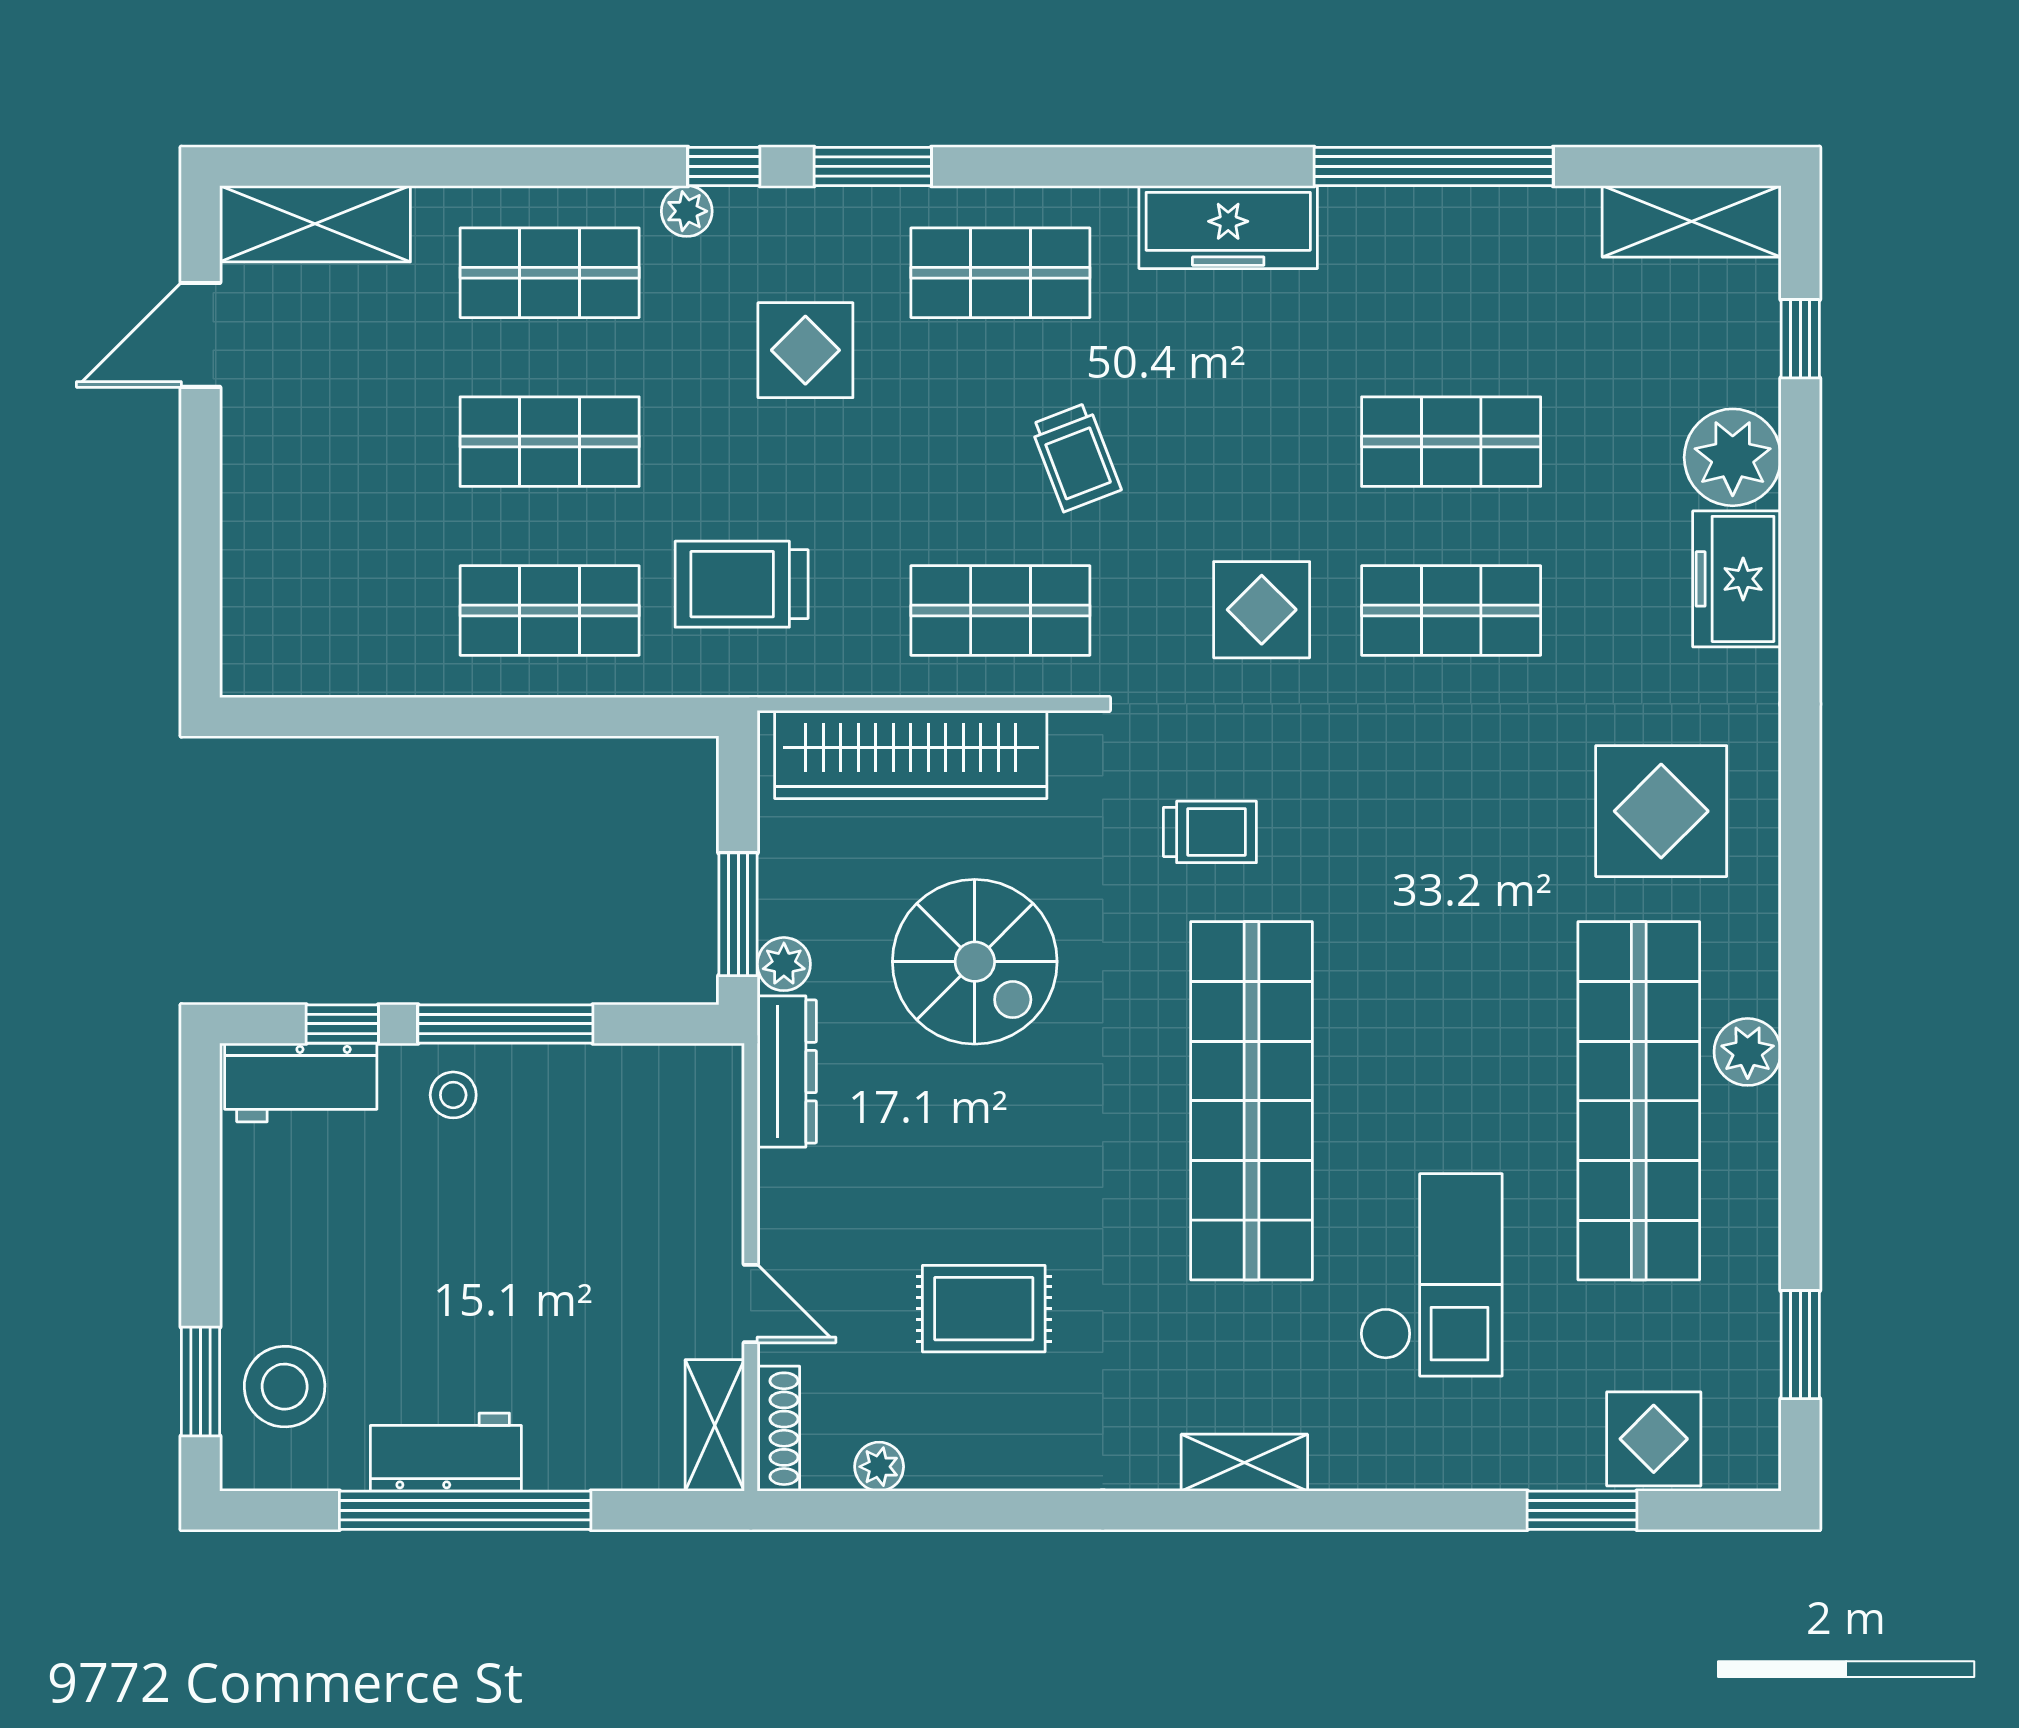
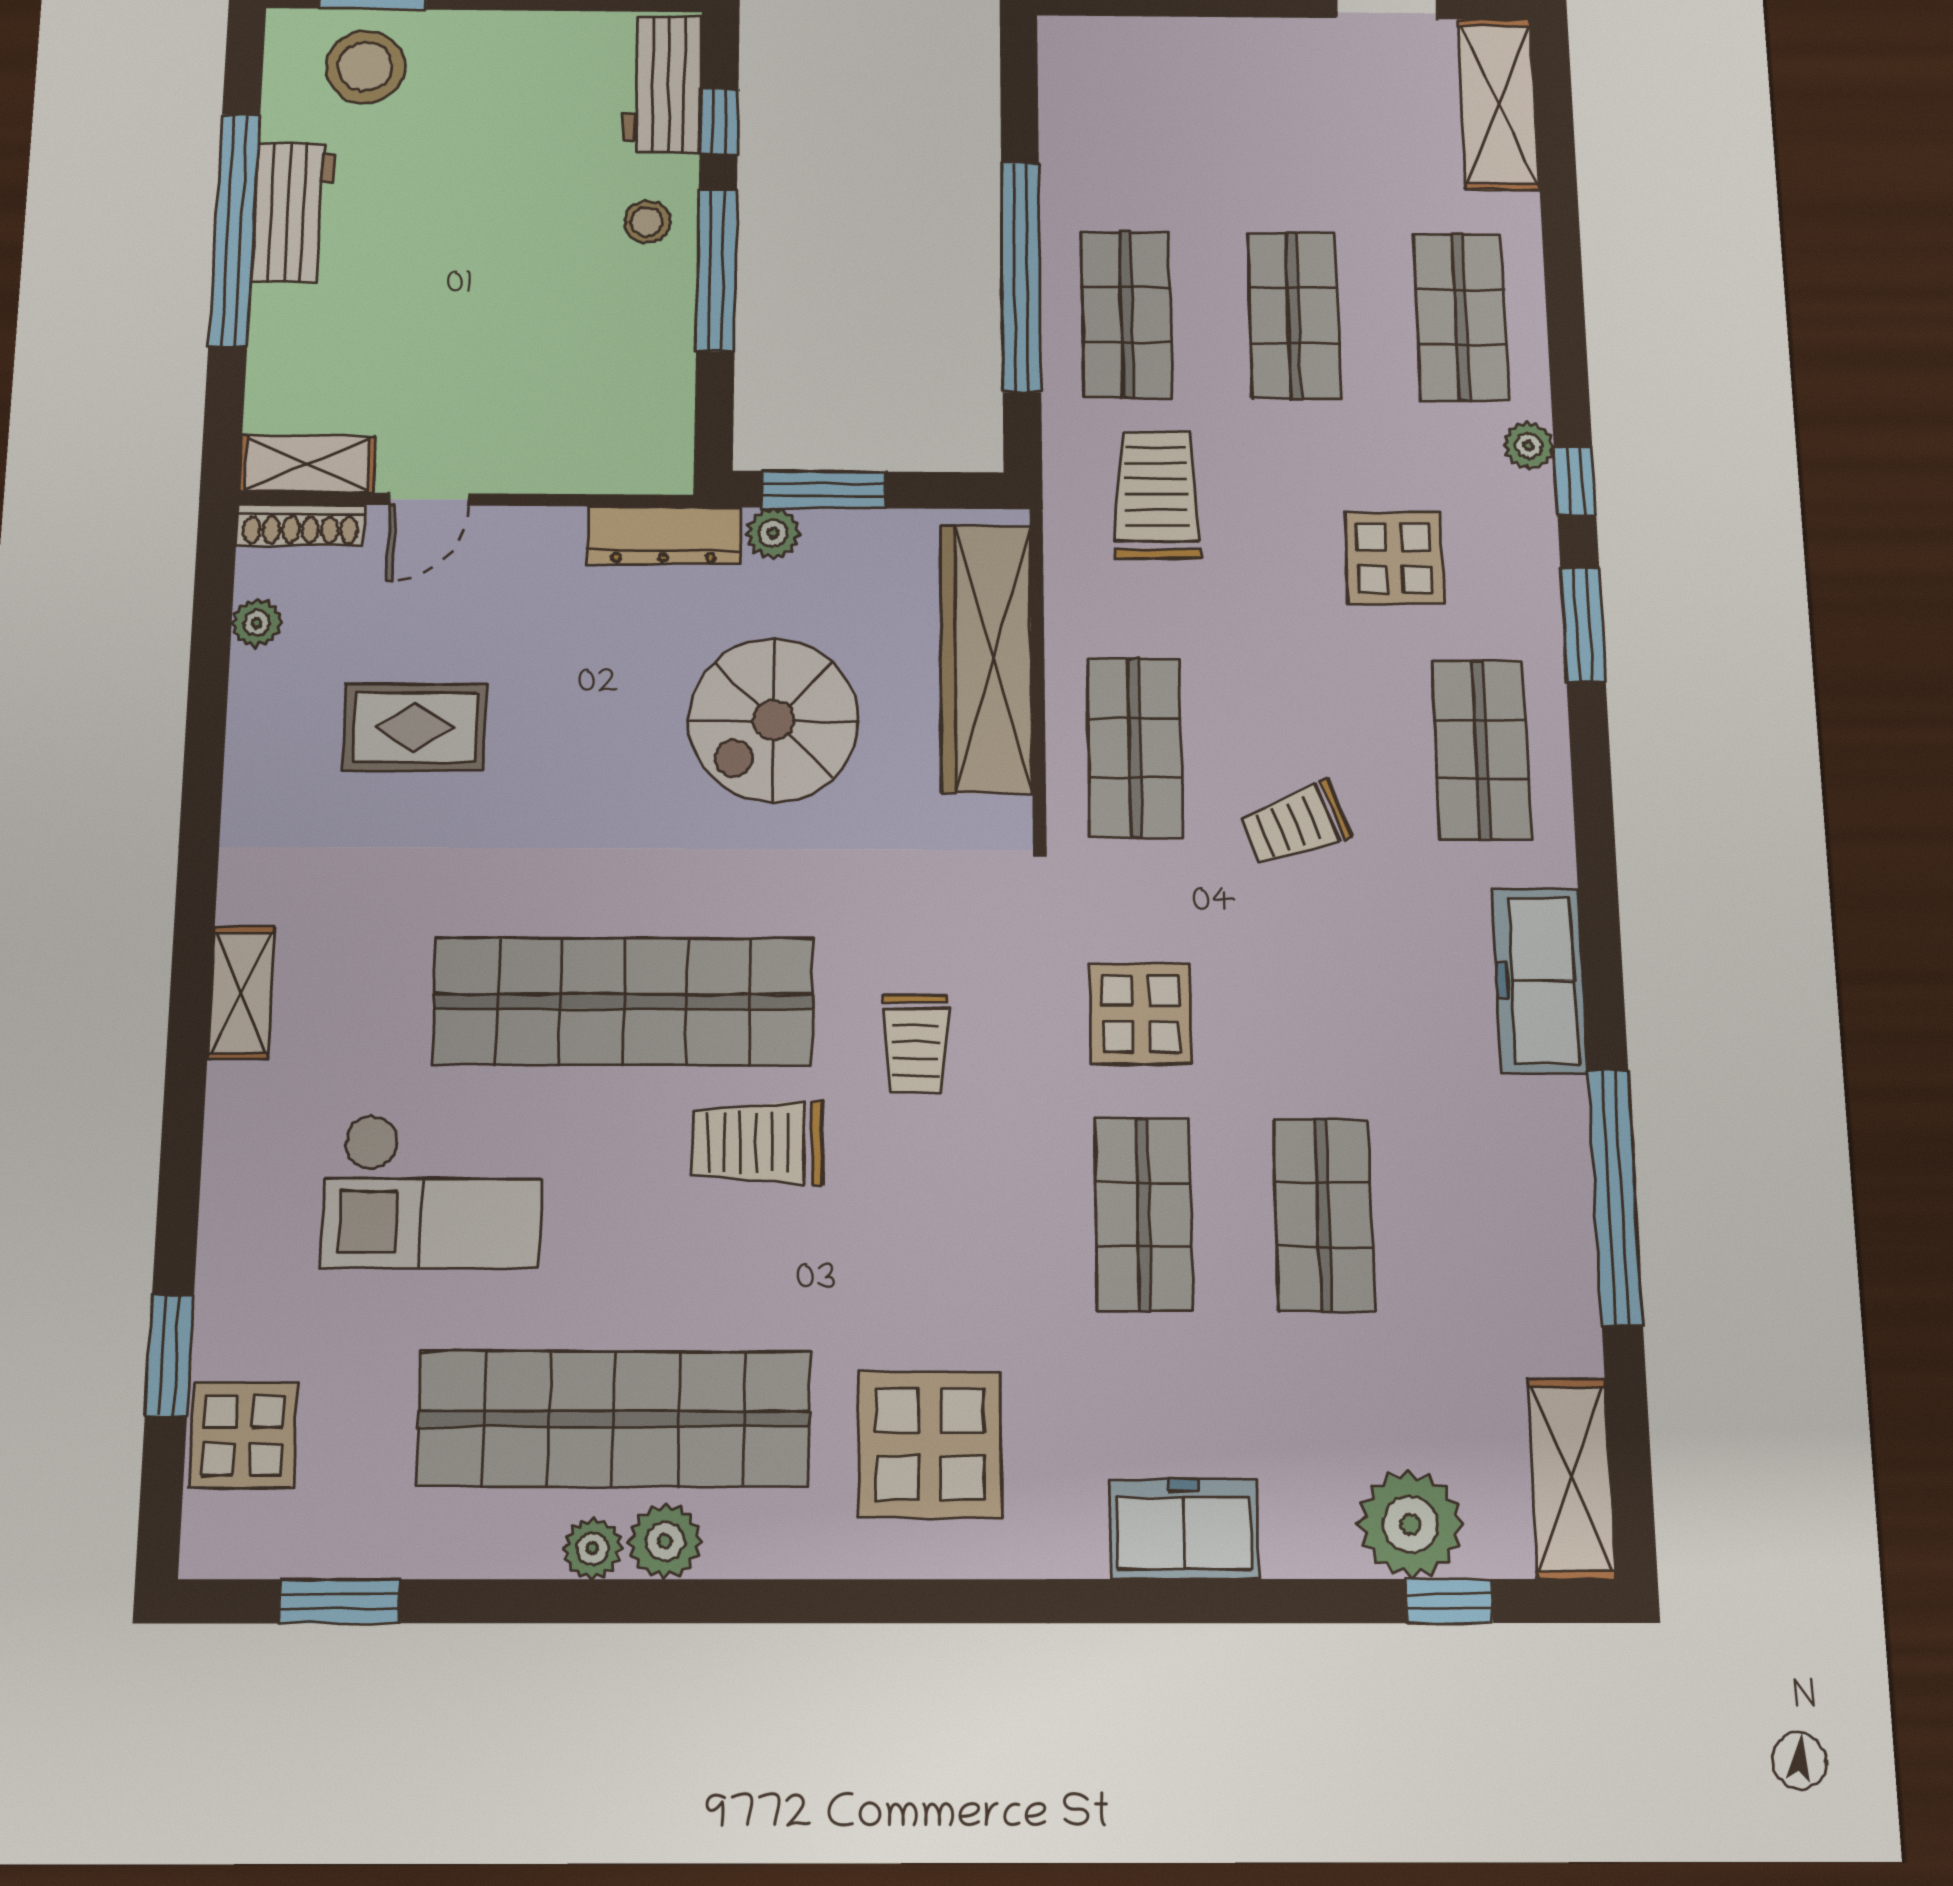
plant: (1733, 457) -> (1410, 1524), moved
window: (510, 717) -> (1021, 277), added
trolley: (1210, 832) -> (916, 1044), moved
trolley: (1385, 973) -> (757, 1143), added
plant: (1754, 1117) -> (593, 1549), added
rug: (984, 1309) -> (415, 727), turned 90

